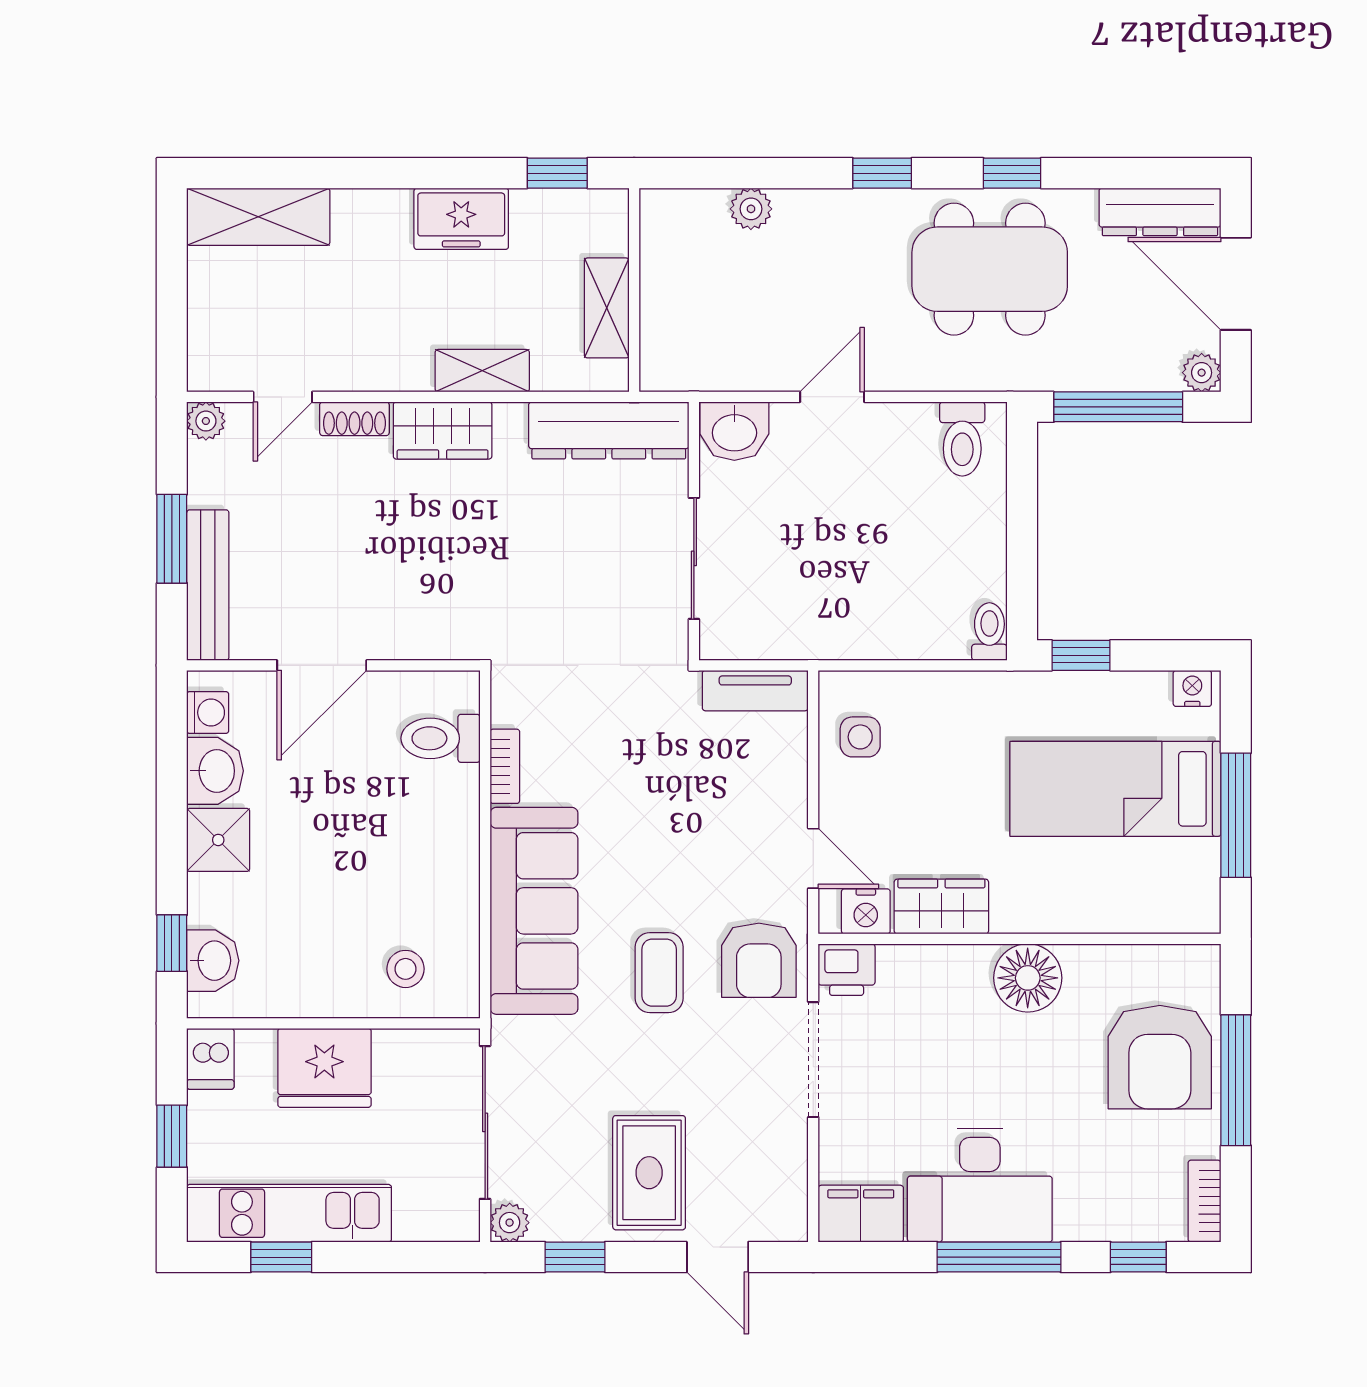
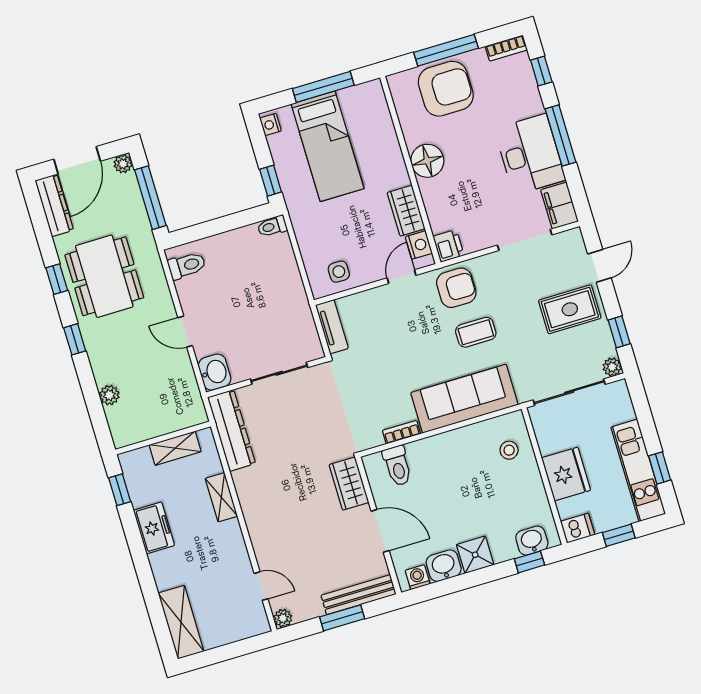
shoe rack: (354, 419) -> (261, 550), removed
wardrobe: (443, 430) -> (349, 484), moved, turned 180
doorway: (813, 1060) -> (525, 240), moved

